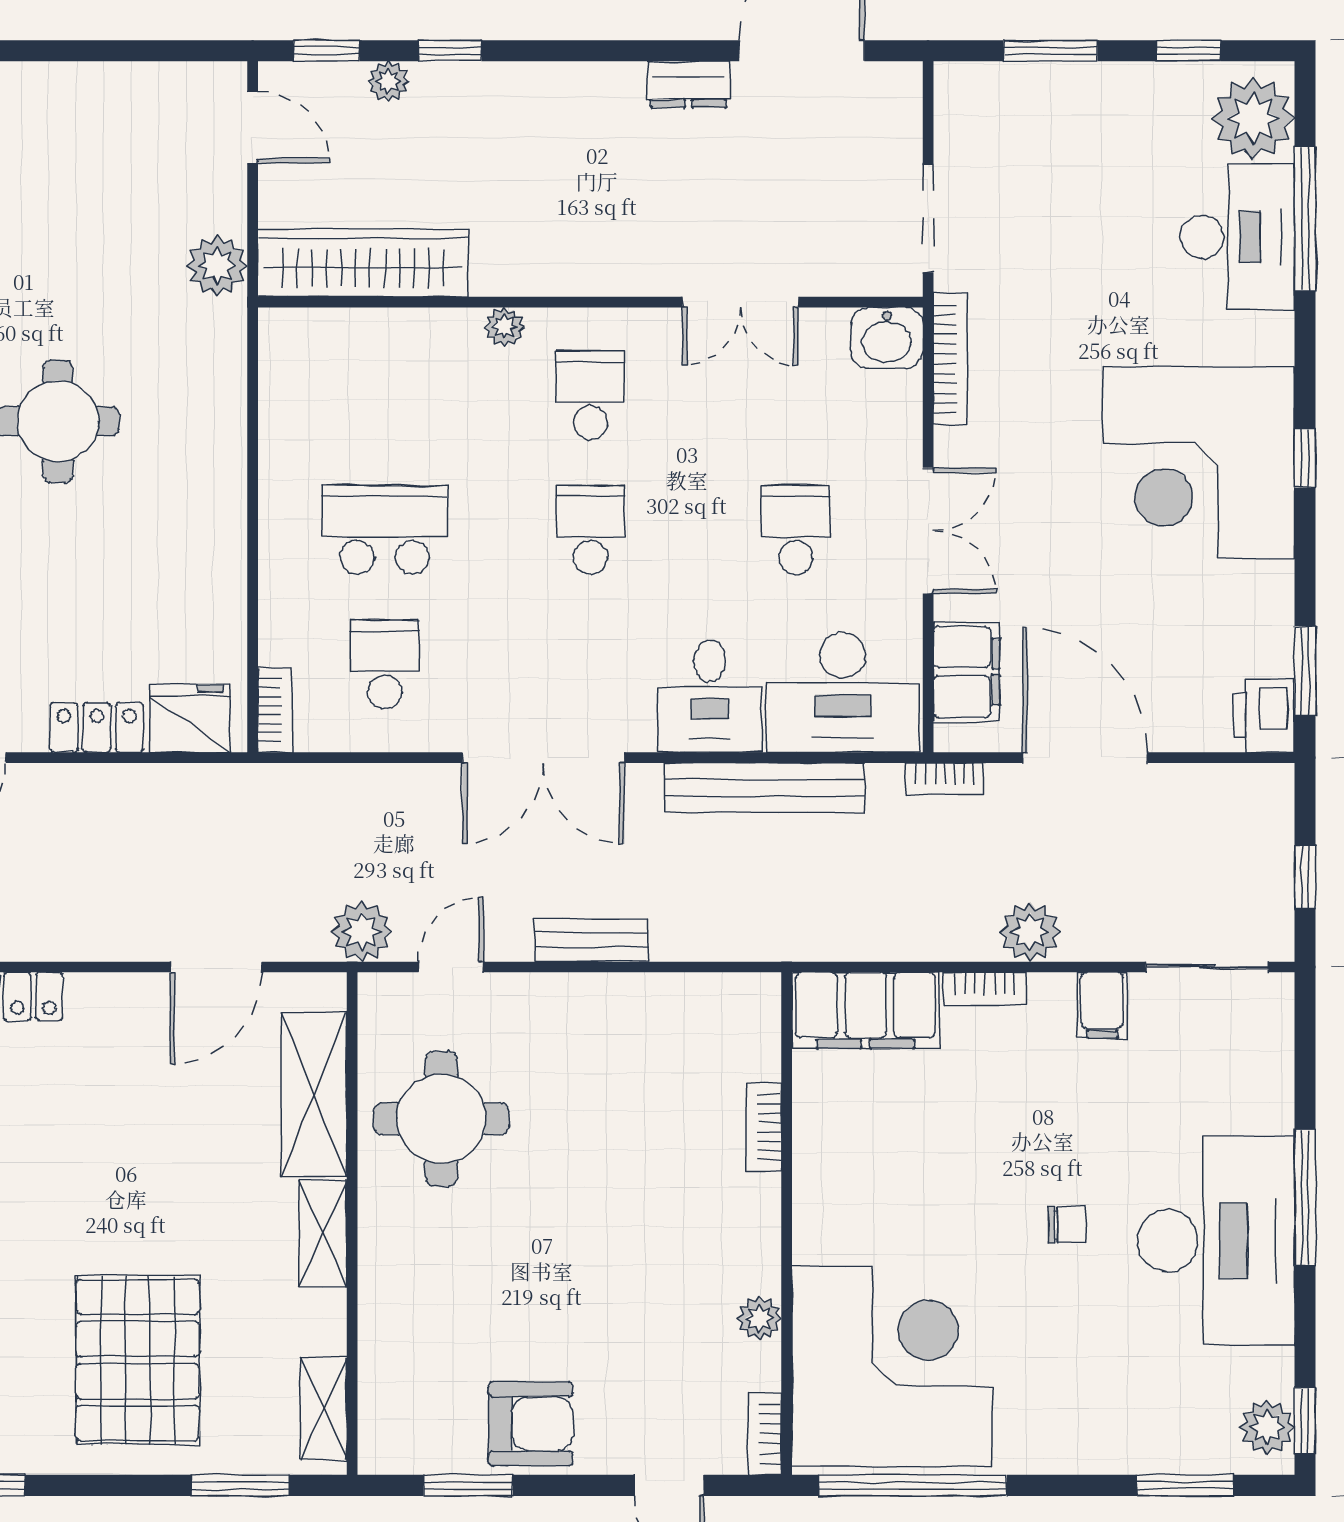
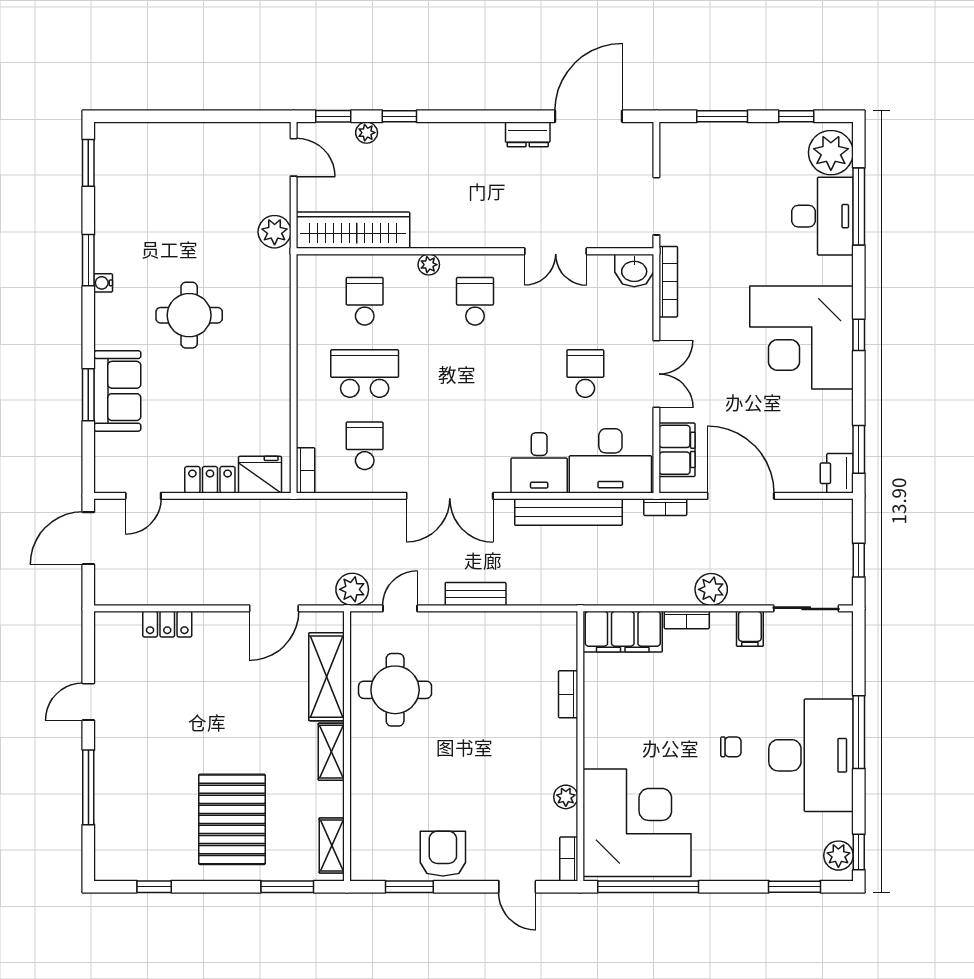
school desk: (590, 530) -> (365, 301), moved
armchair: (531, 1424) -> (443, 854), turned -90

